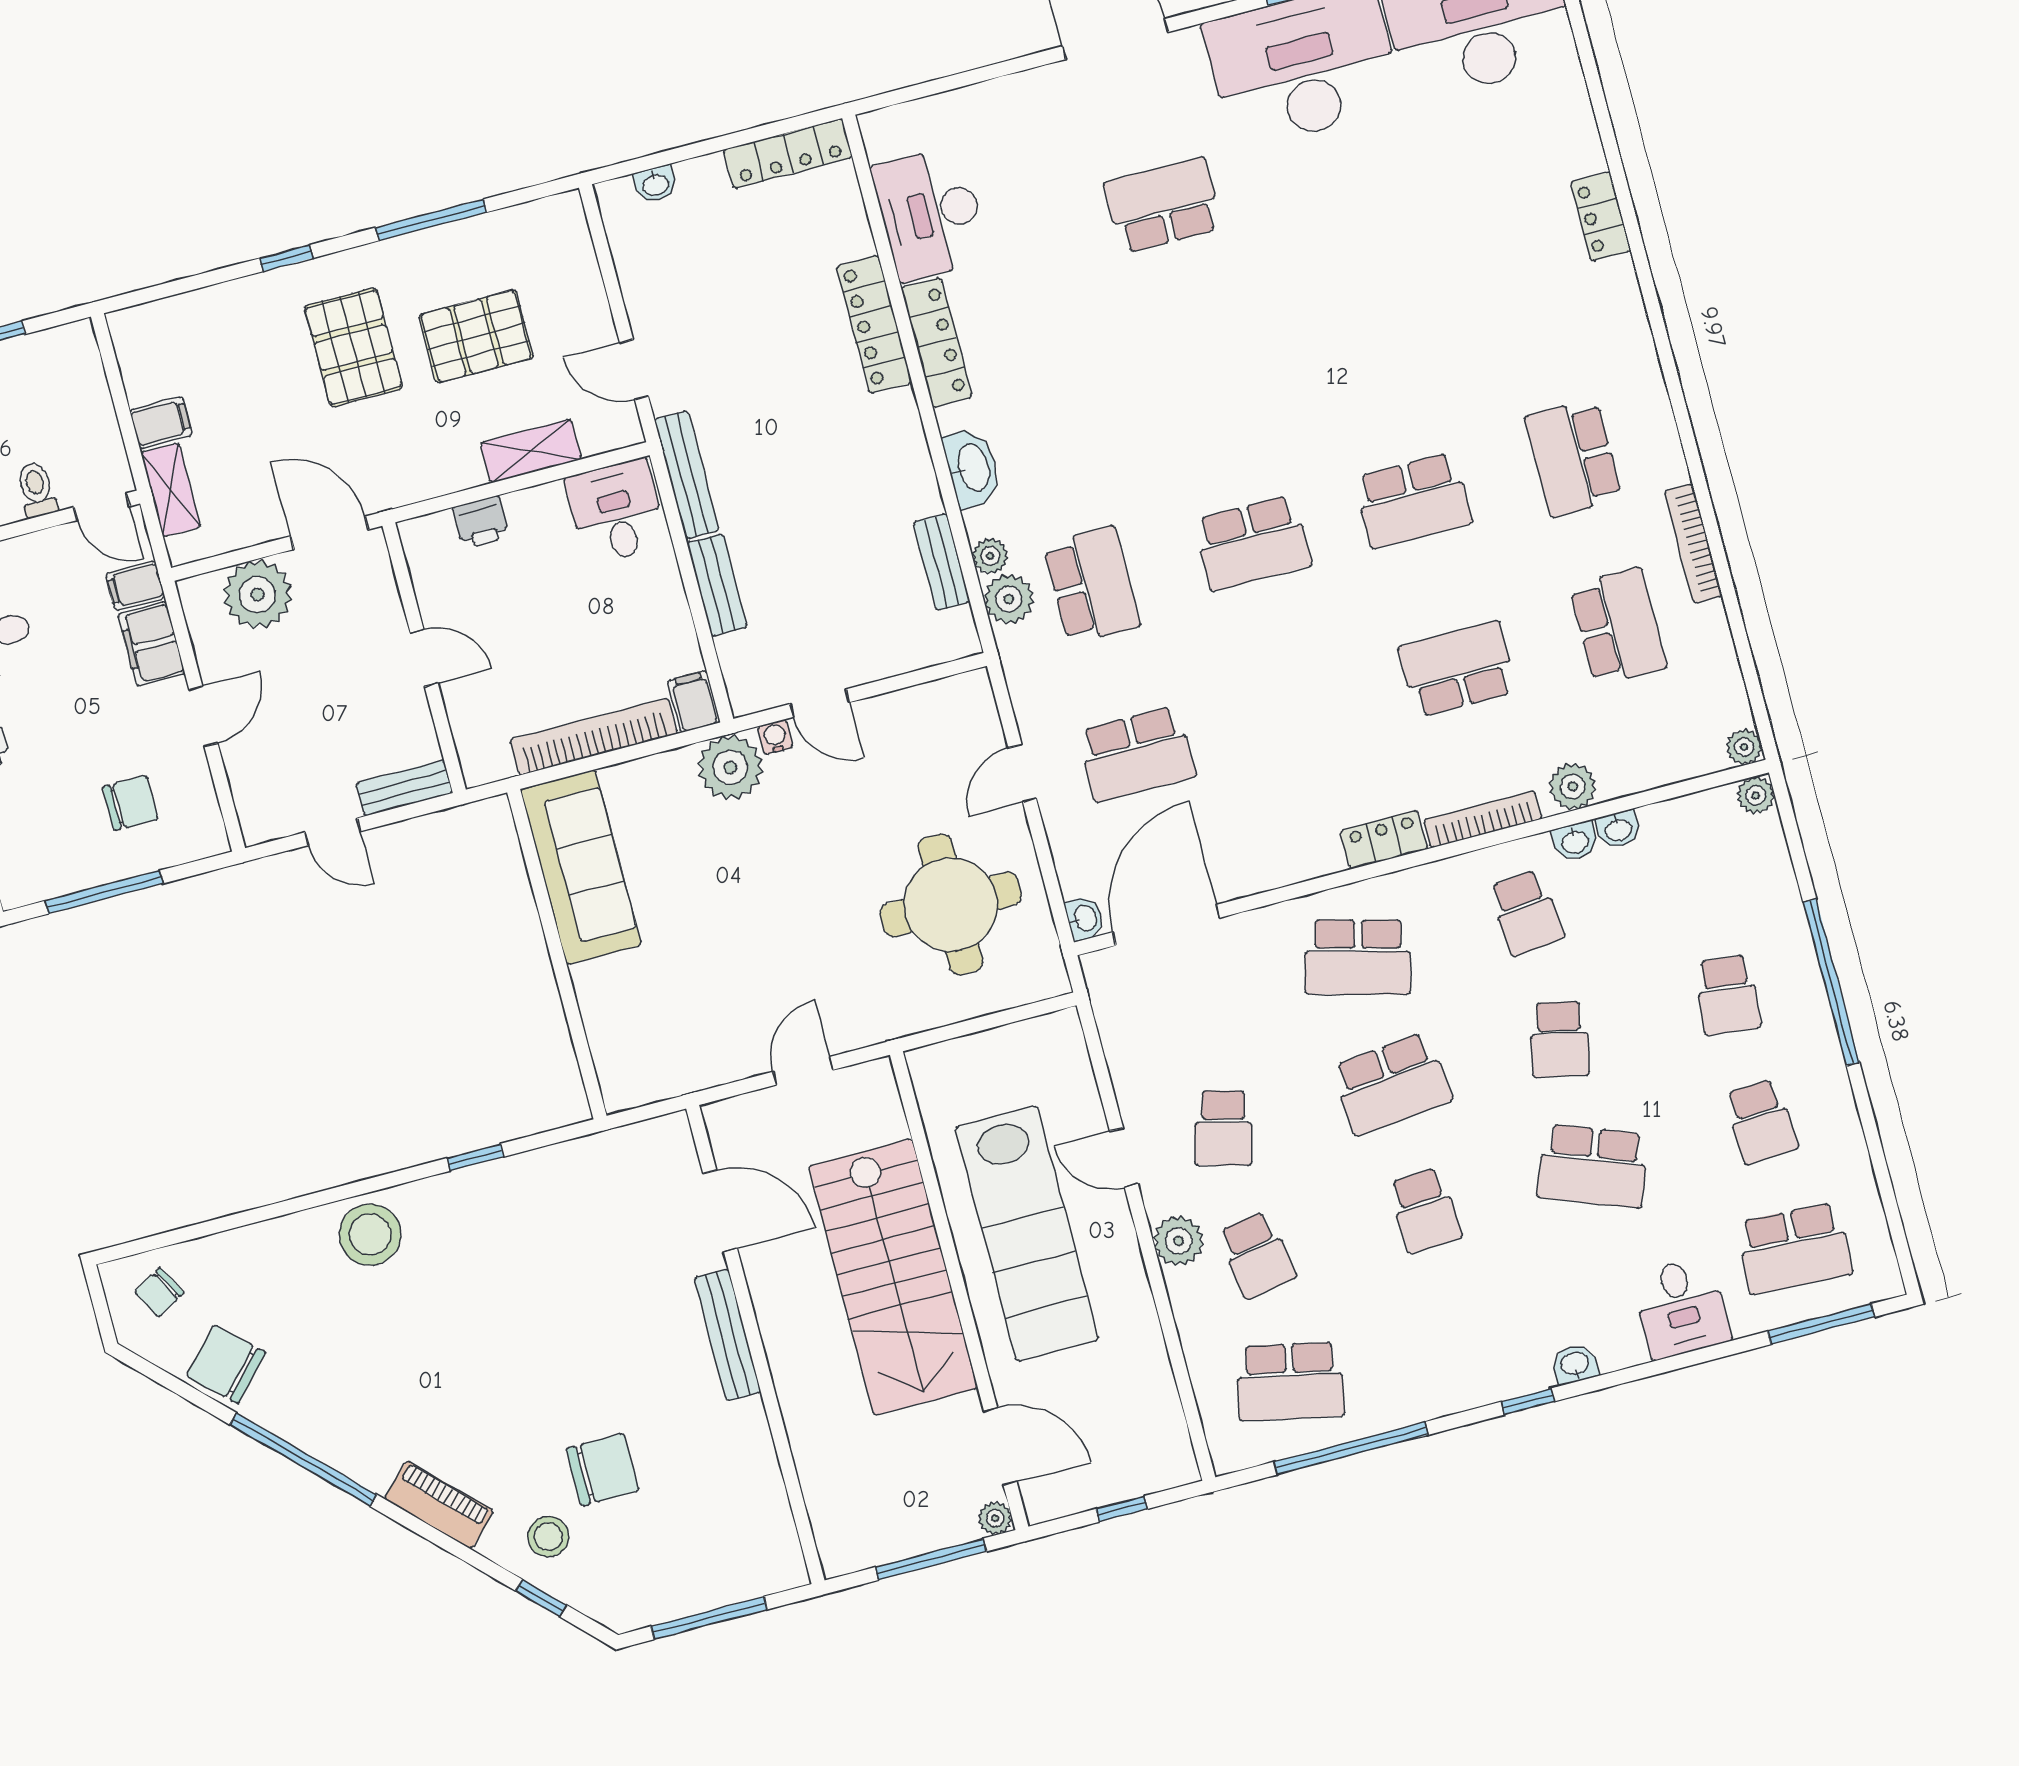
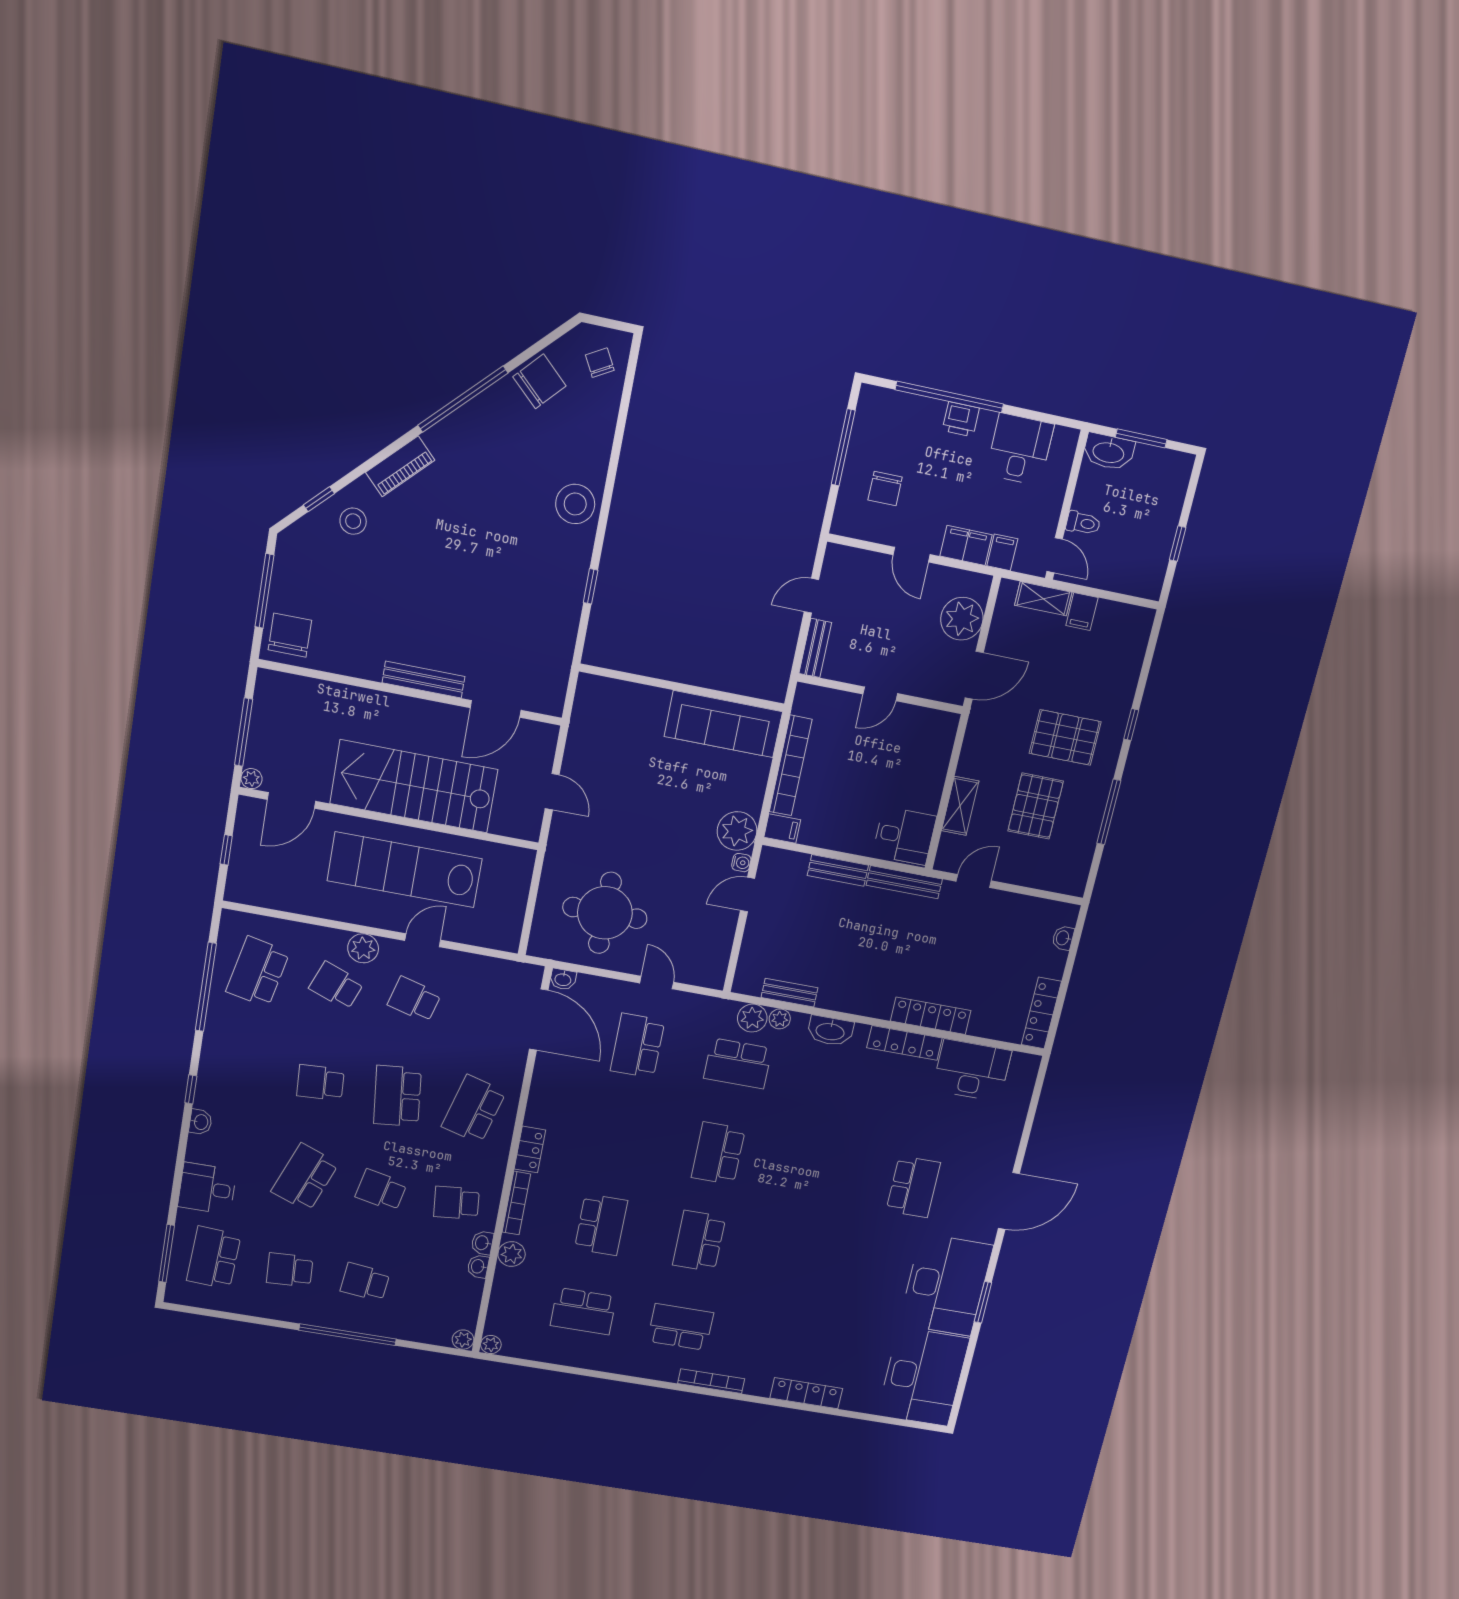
locker: (1601, 216) -> (806, 1393), width x1.53
door: (102, 507) -> (1055, 555), swing flipped
printer: (481, 522) -> (937, 761), removed
bookcase: (1693, 544) -> (711, 1381), moved
school desk: (1257, 1255) -> (336, 986), turned 30
chair: (603, 1470) -> (290, 635), moved, turned 180

